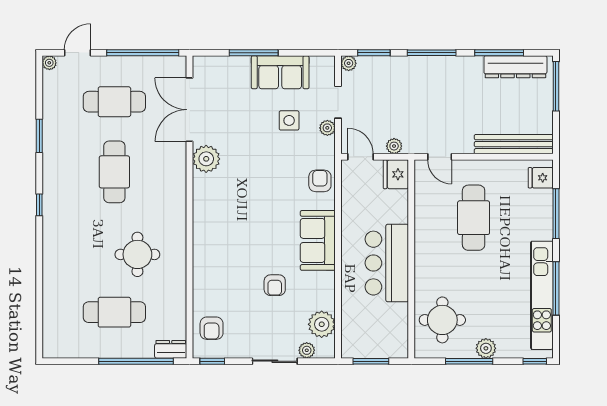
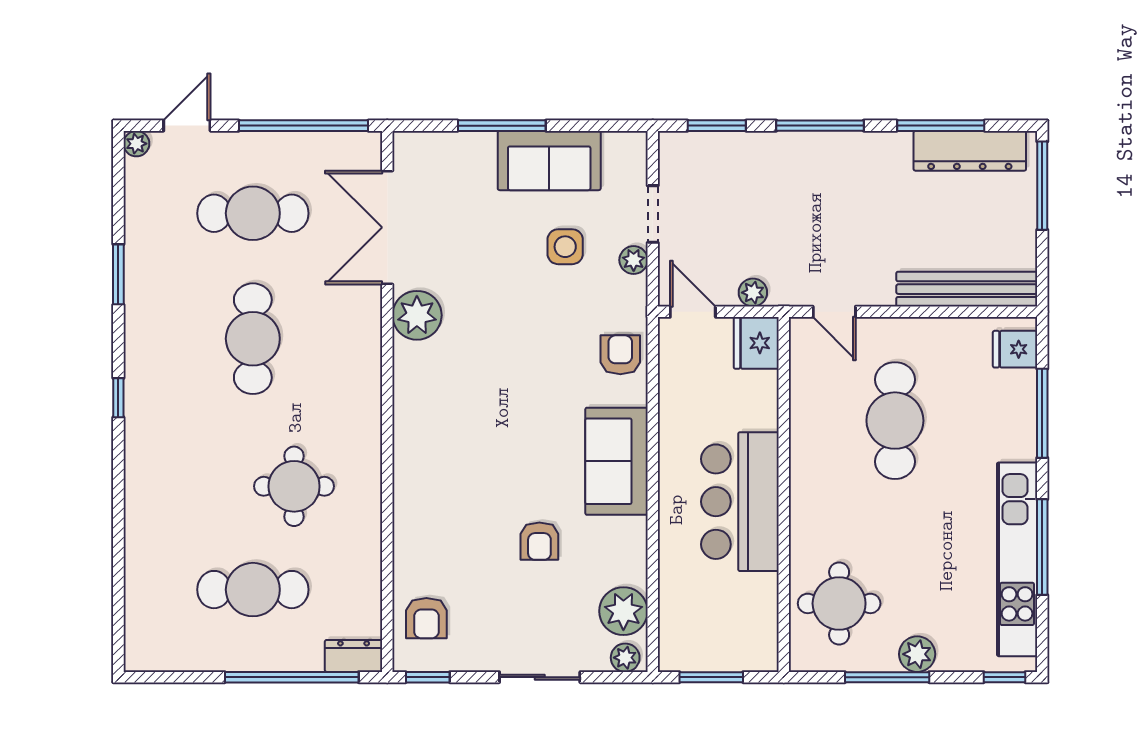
plant: (349, 63) -> (672, 144), removed
plant: (307, 350) -> (625, 658), moved

